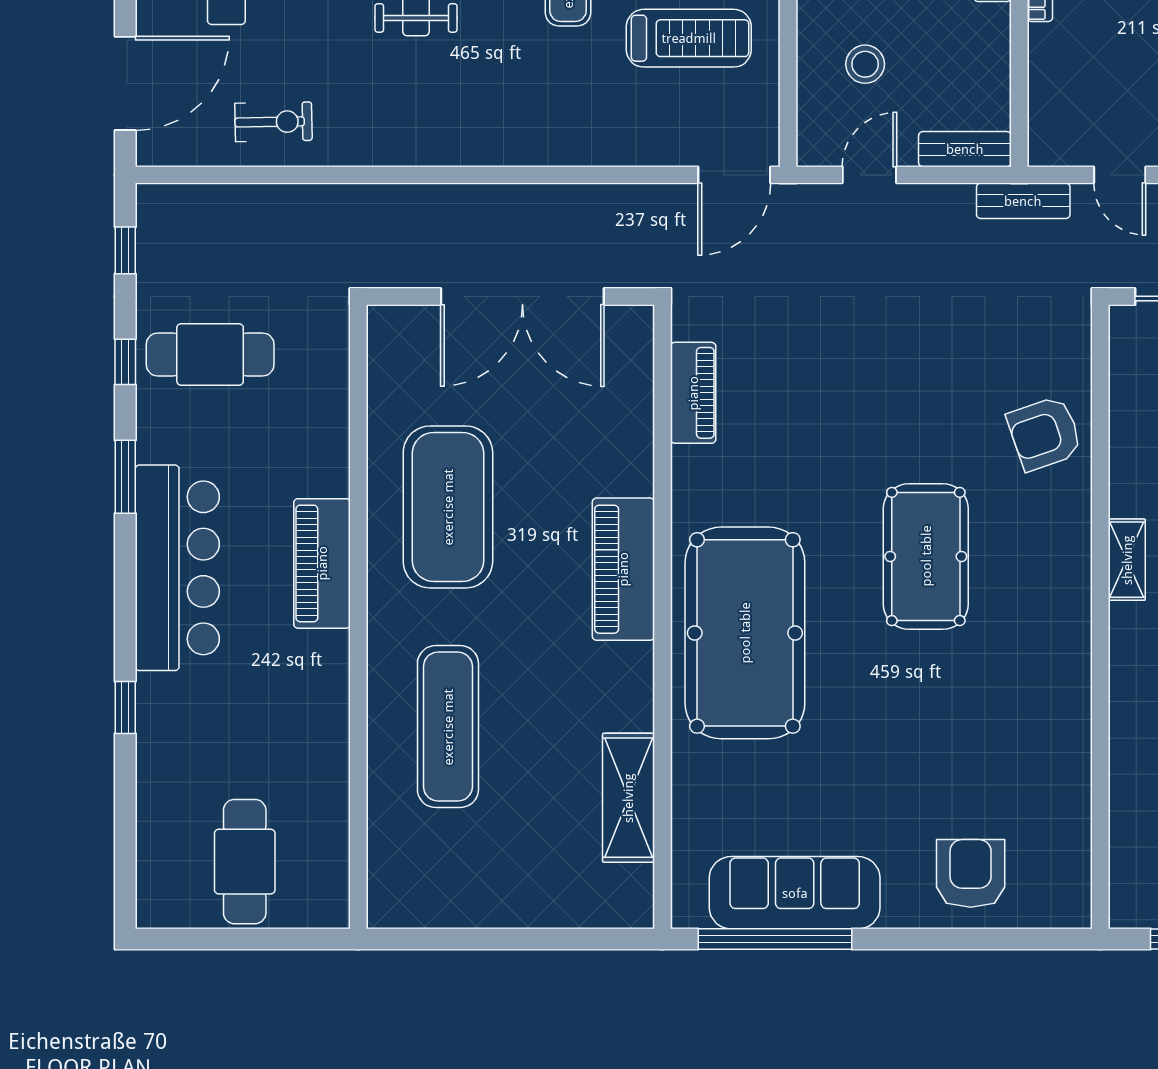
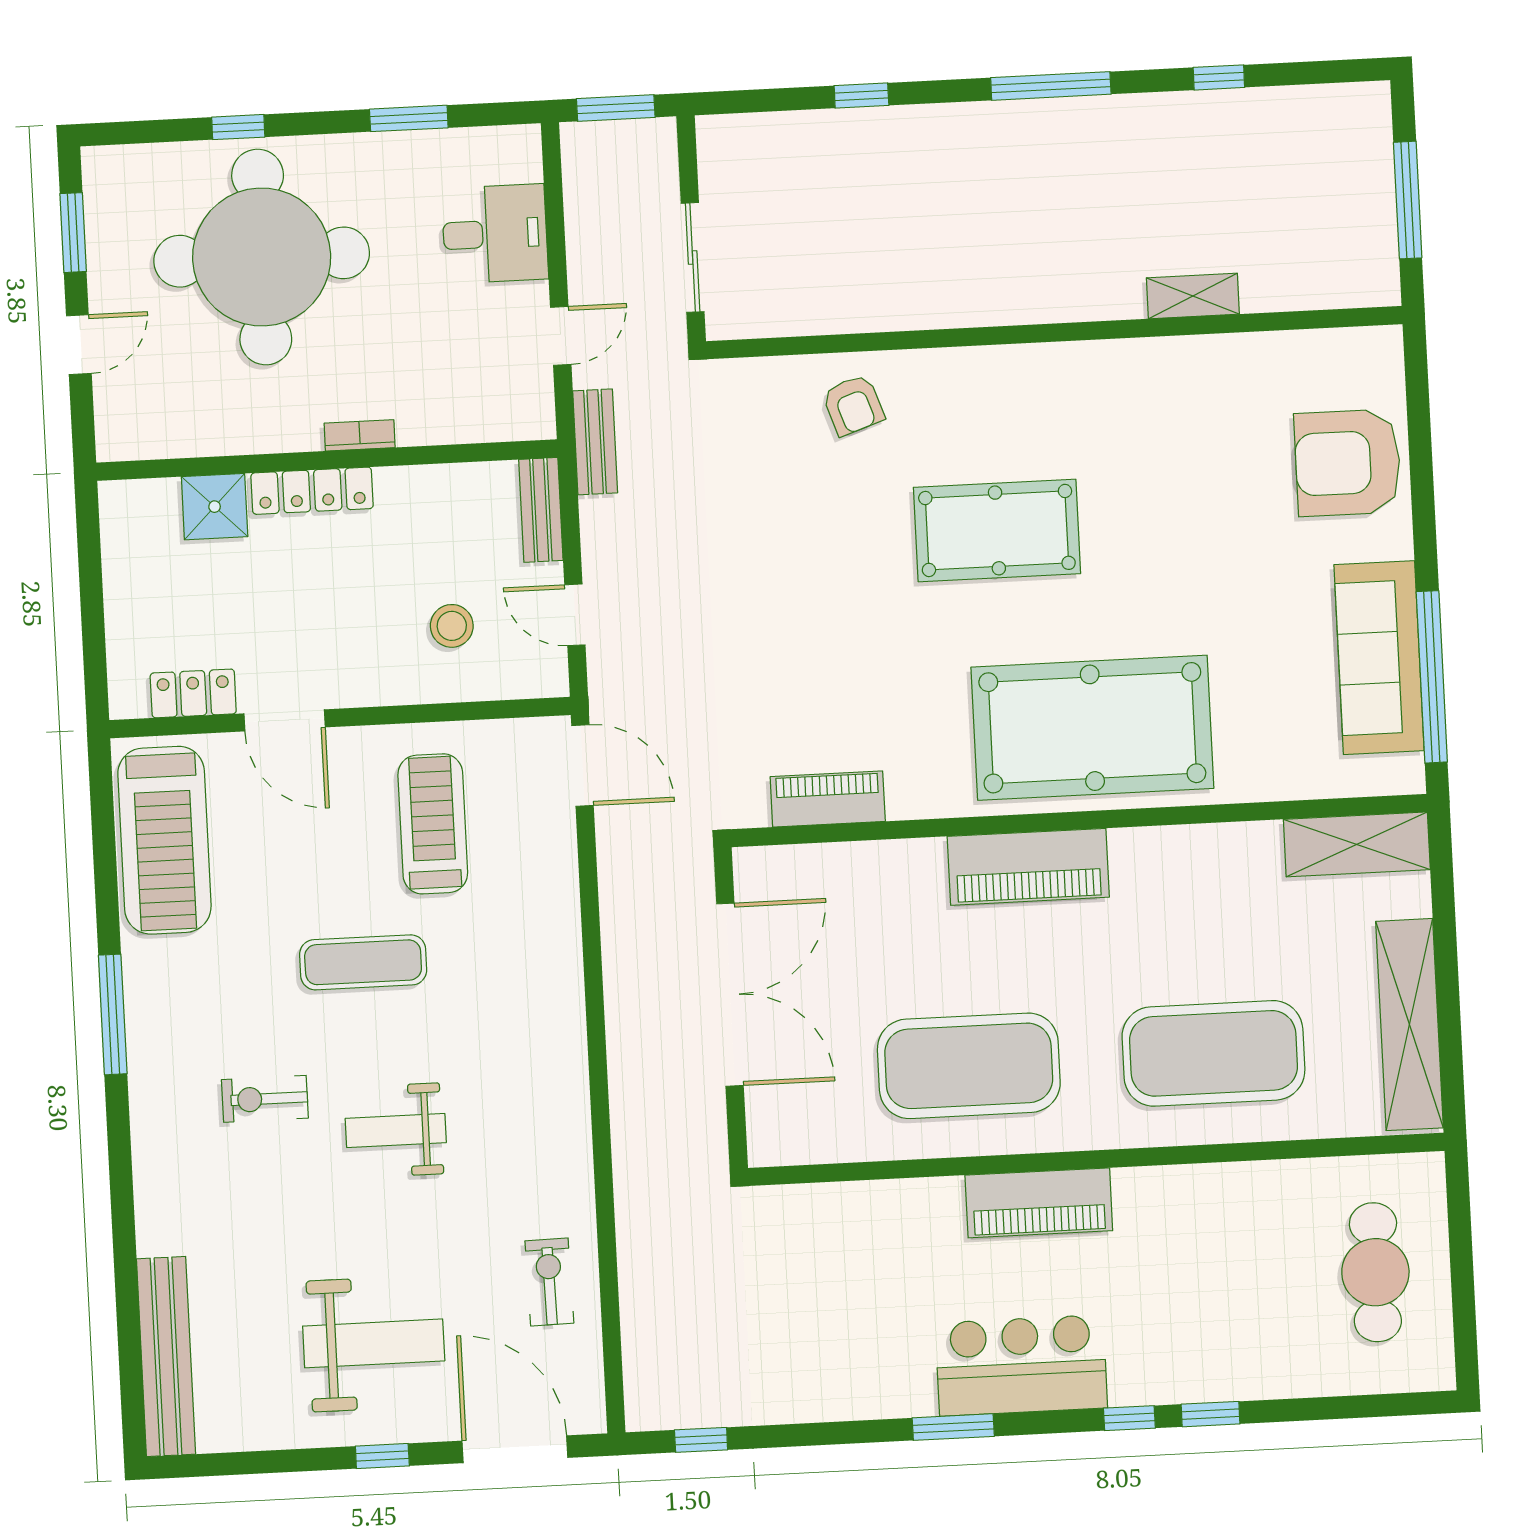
cafe table: (210, 354) -> (812, 1339), removed
window: (125, 362) -> (1129, 1418), moved
armchair: (1045, 434) -> (853, 405), width x0.72, depth x0.72
shelving: (1127, 560) -> (1193, 296), moved
bar counter: (177, 568) -> (1021, 1365), width x0.73
exercise mat: (448, 727) -> (1213, 1053), width x1.47
shelving: (628, 798) -> (1357, 844), moved
cafe table: (245, 862) -> (1375, 1272), turned 90
armchair: (971, 873) -> (1348, 463), width x1.36, depth x1.36
shelving: (465, 903) -> (1409, 1025), added

